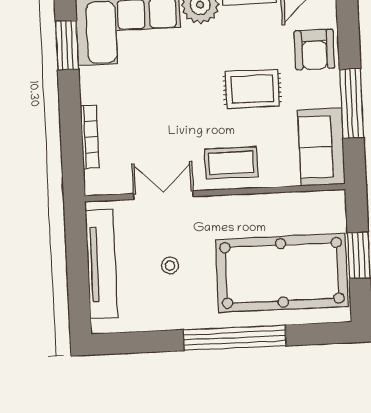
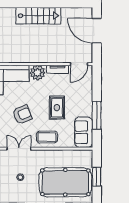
armchair: (314, 50) -> (22, 114), moved, turned -112
rug: (252, 89) -> (57, 108), turned 90

